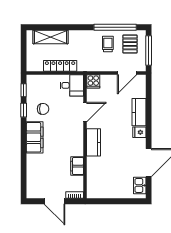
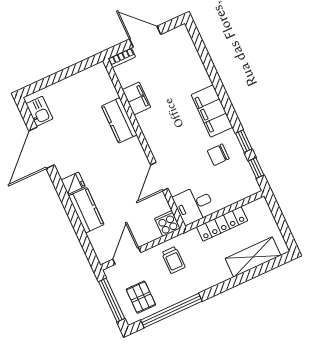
trolley: (108, 44) -> (173, 260), moved
kitchen counter: (94, 142) -> (119, 120), moved

